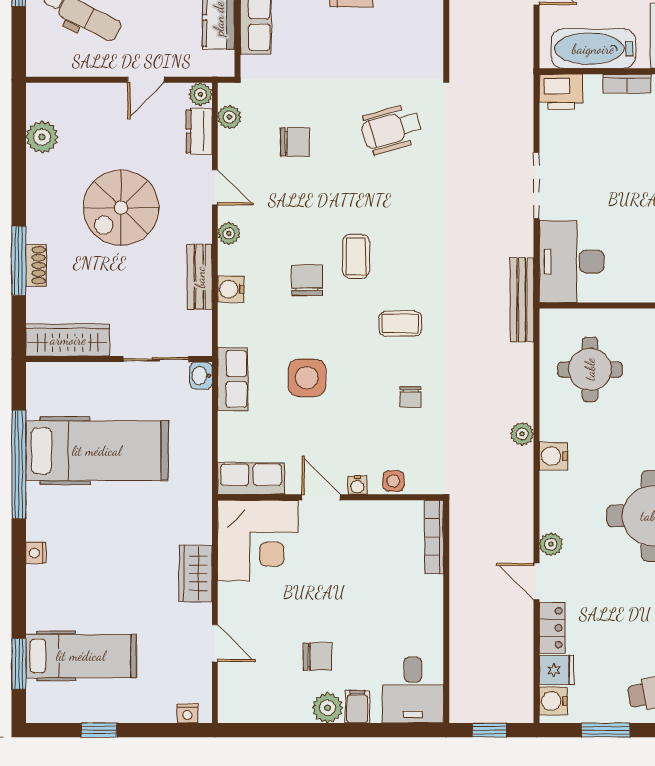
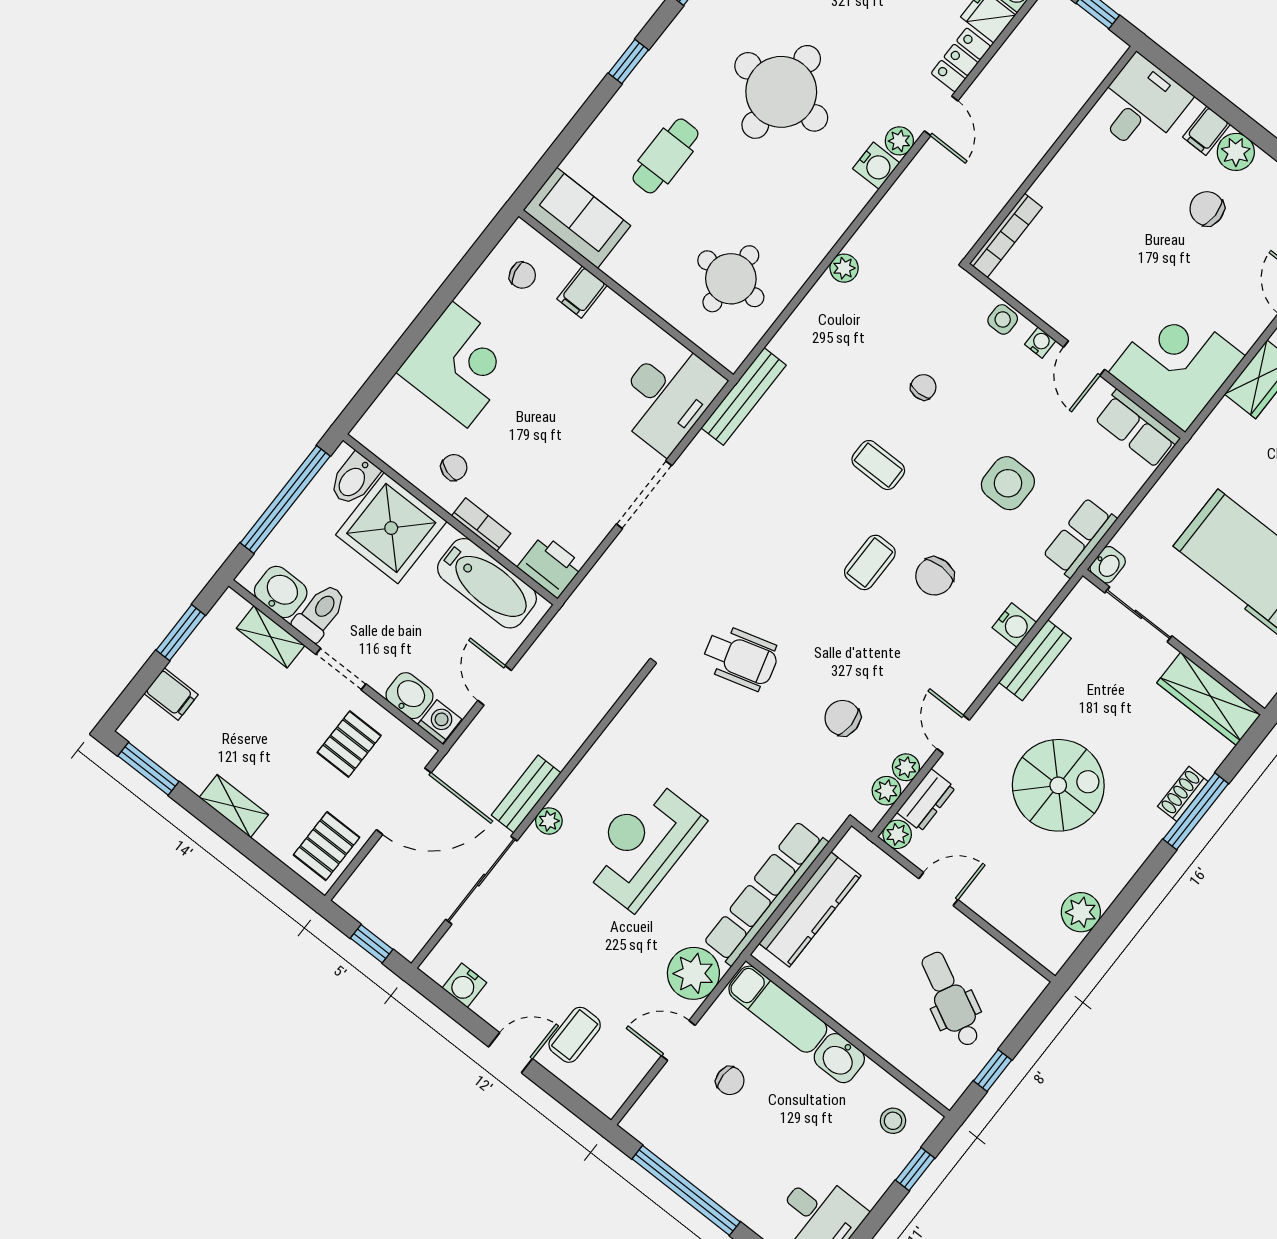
plant: (229, 233) -> (906, 767), moved
water cooler: (553, 456) -> (876, 166), moved

